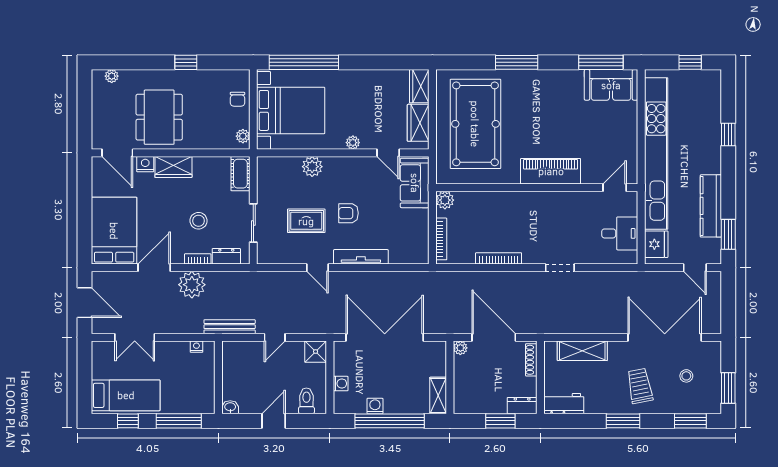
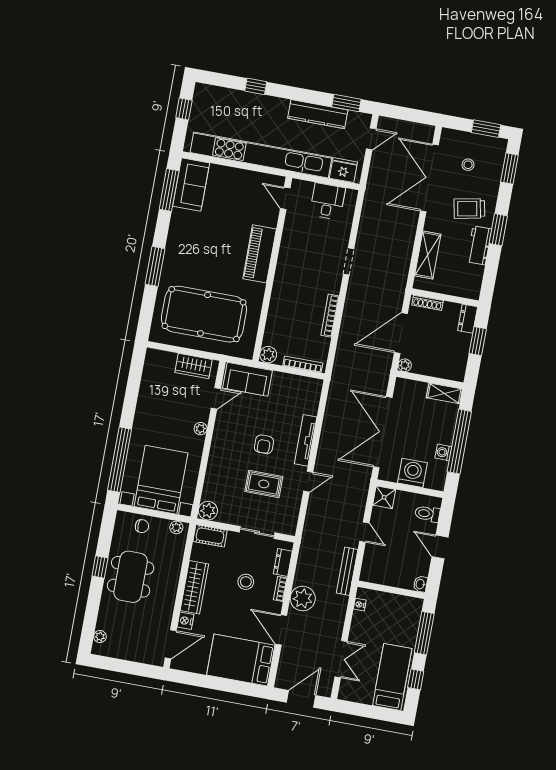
wardrobe: (419, 86) -> (160, 359), removed
dining table: (159, 117) -> (131, 577), moved, turned 90
wardrobe: (173, 167) -> (194, 587), width x1.50
plant: (312, 167) -> (208, 511), moved
rug: (306, 221) -> (264, 484), turned 90
washing machine: (341, 384) -> (412, 473), width x1.89, depth x1.89
workbench: (564, 404) -> (479, 245), moved

